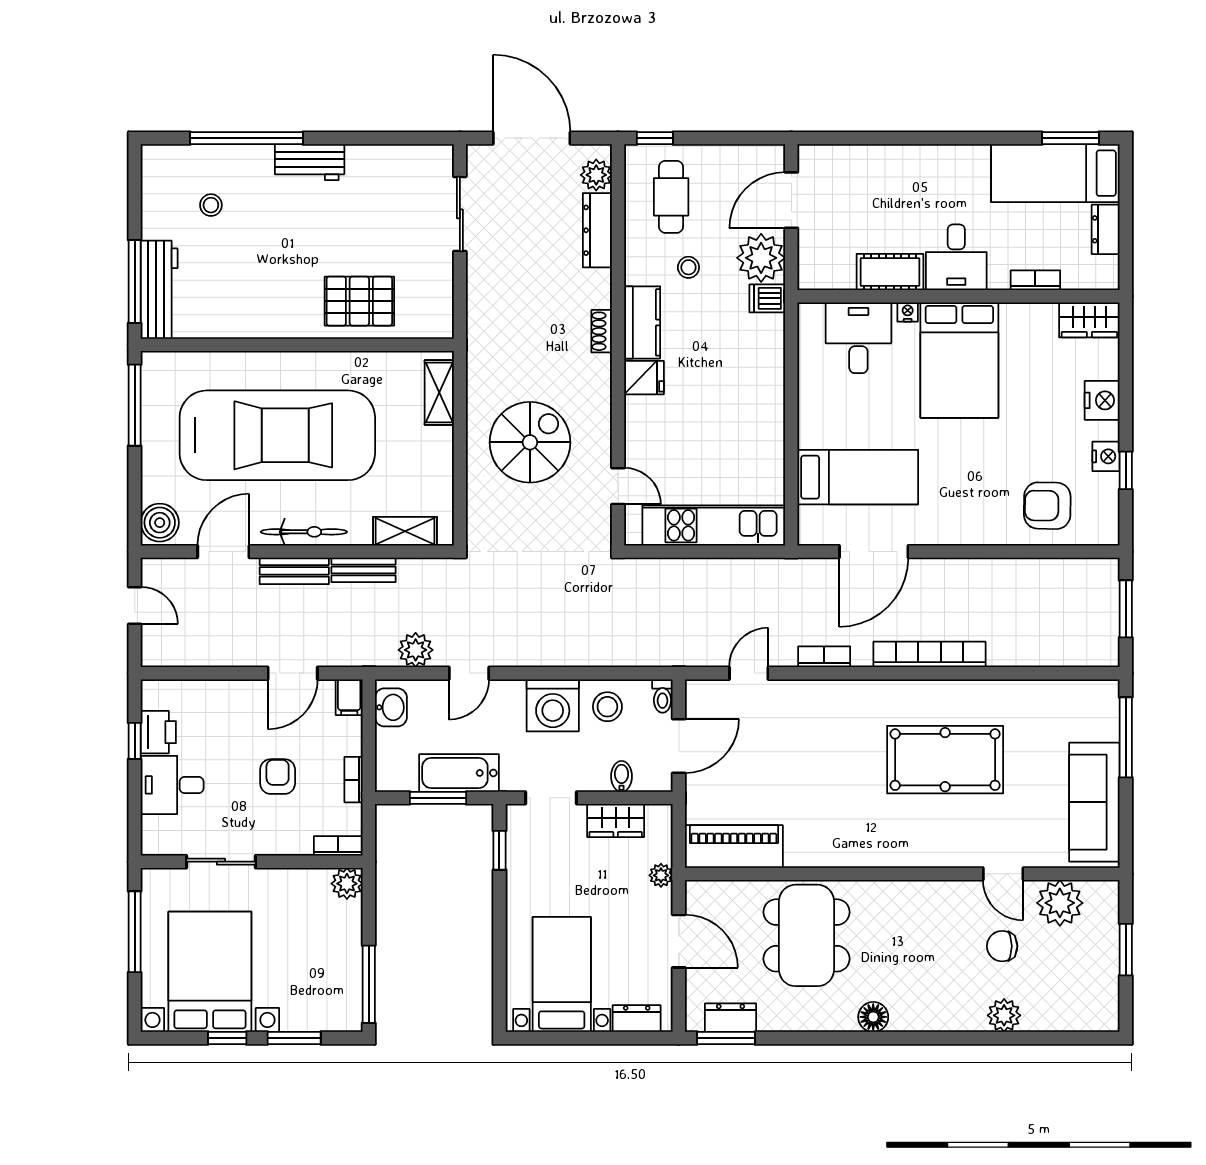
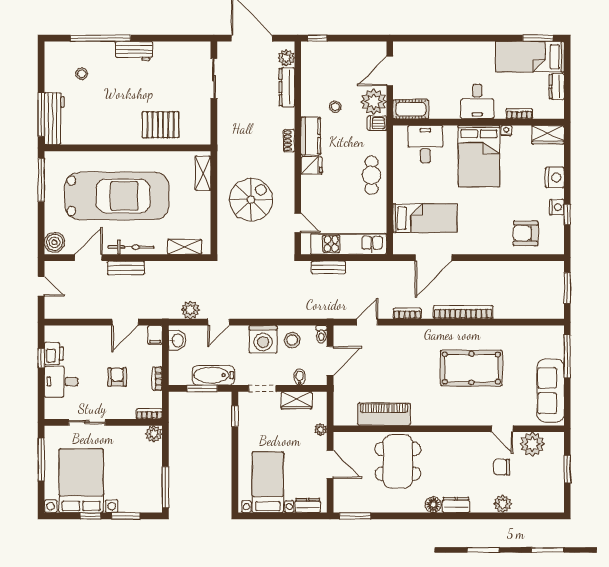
cafe table: (671, 197) -> (372, 175), moved
cot: (890, 272) -> (411, 109), moved
nightstand: (908, 312) -> (506, 130), moved
bench: (364, 570) -> (328, 267), moved
piano: (734, 846) -> (384, 414), moved
dresser: (731, 1018) -> (456, 505), moved

